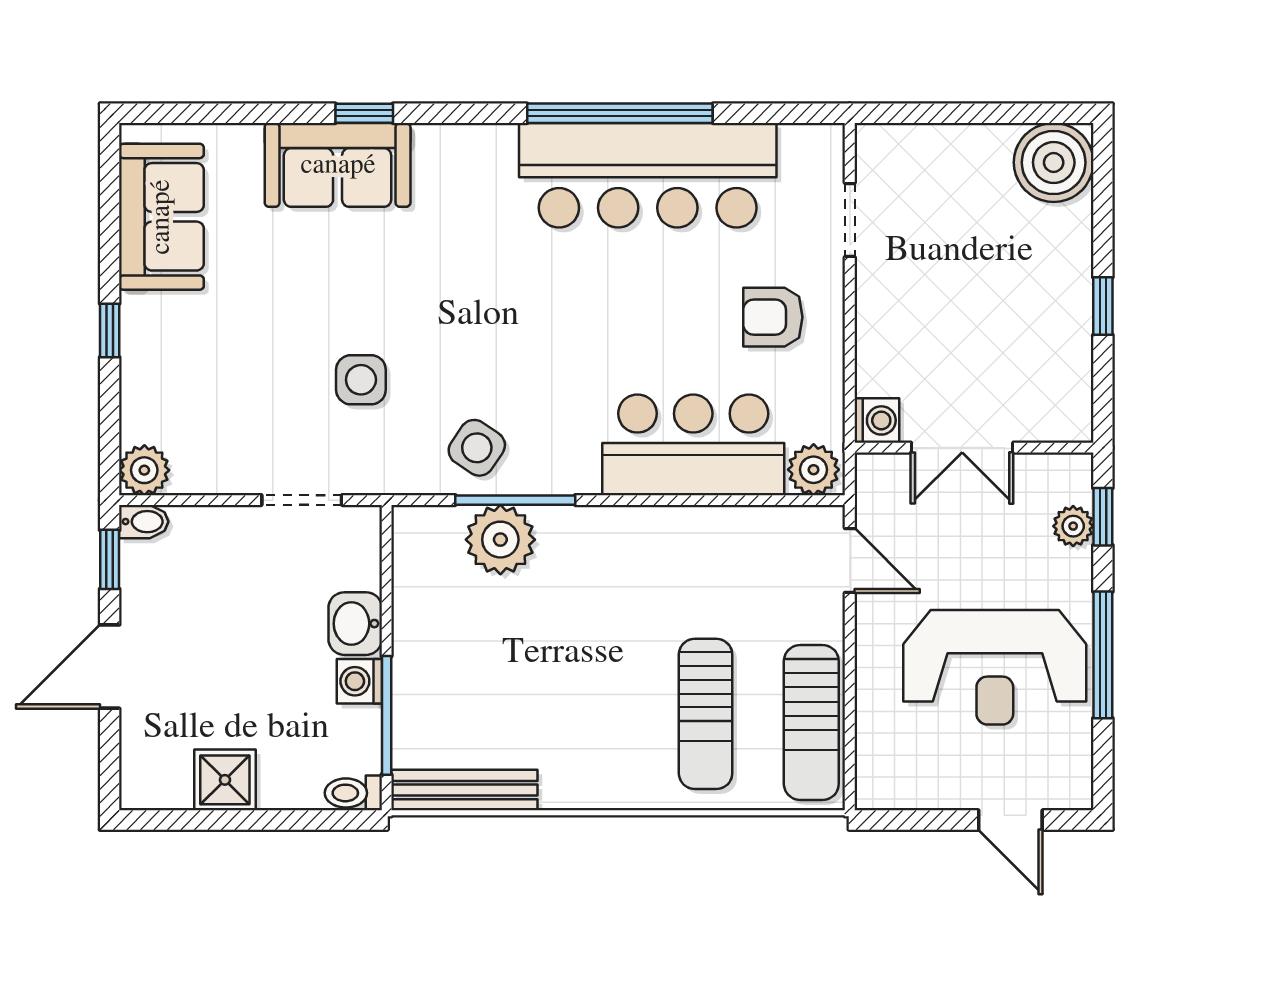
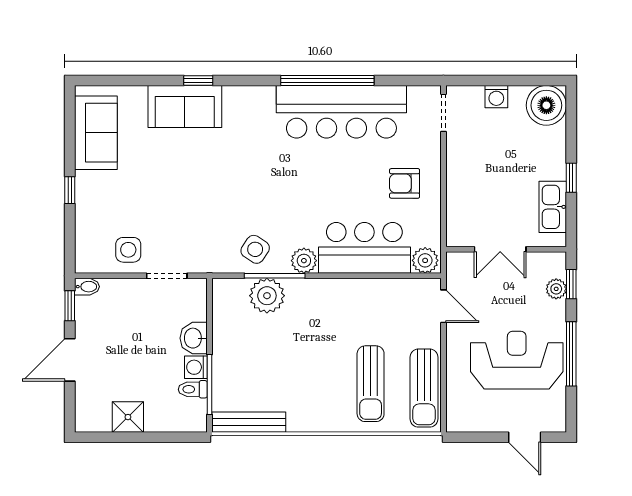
doorway: (850, 220) -> (443, 113), moved
kitchen sink: (1066, 364) -> (553, 207), added
side table: (361, 380) -> (128, 250), moved
washing machine: (877, 420) -> (496, 97), moved, turned 90
plant: (144, 470) -> (304, 261), moved
reception desk: (995, 667) -> (517, 360), turned 180
toilet: (353, 793) -> (193, 389), moved

